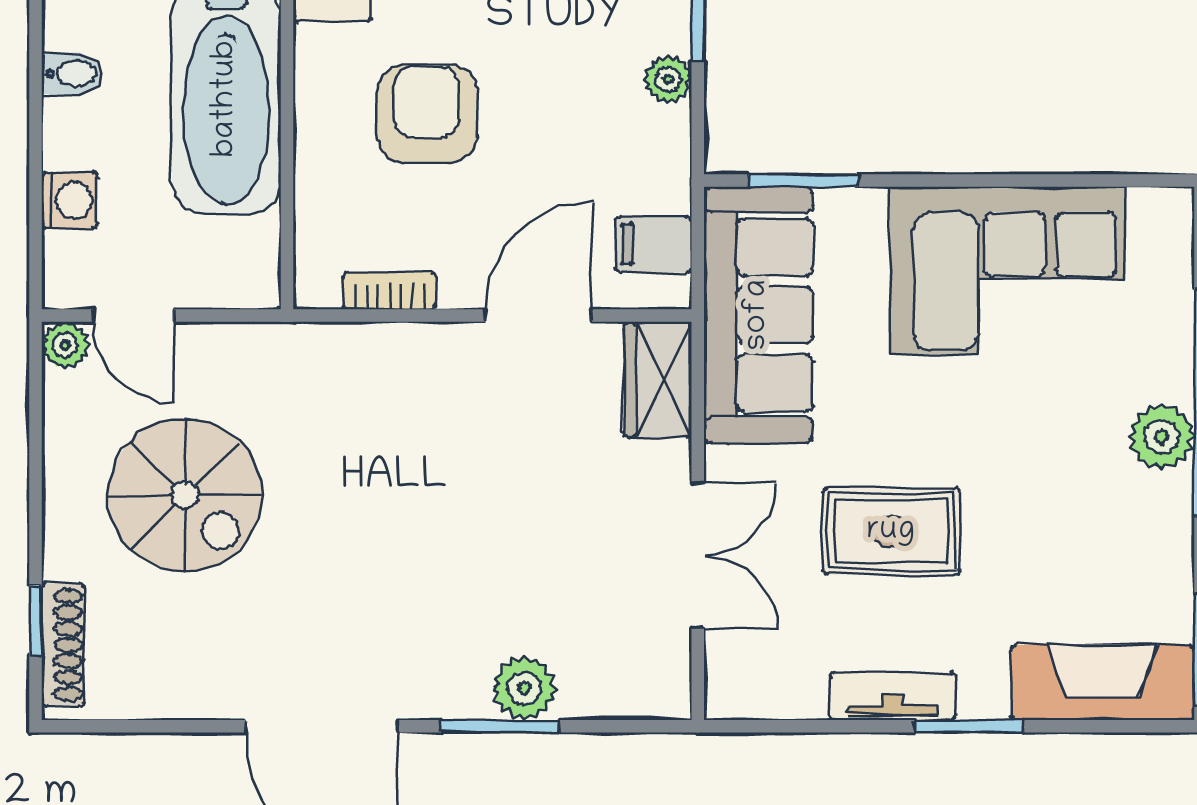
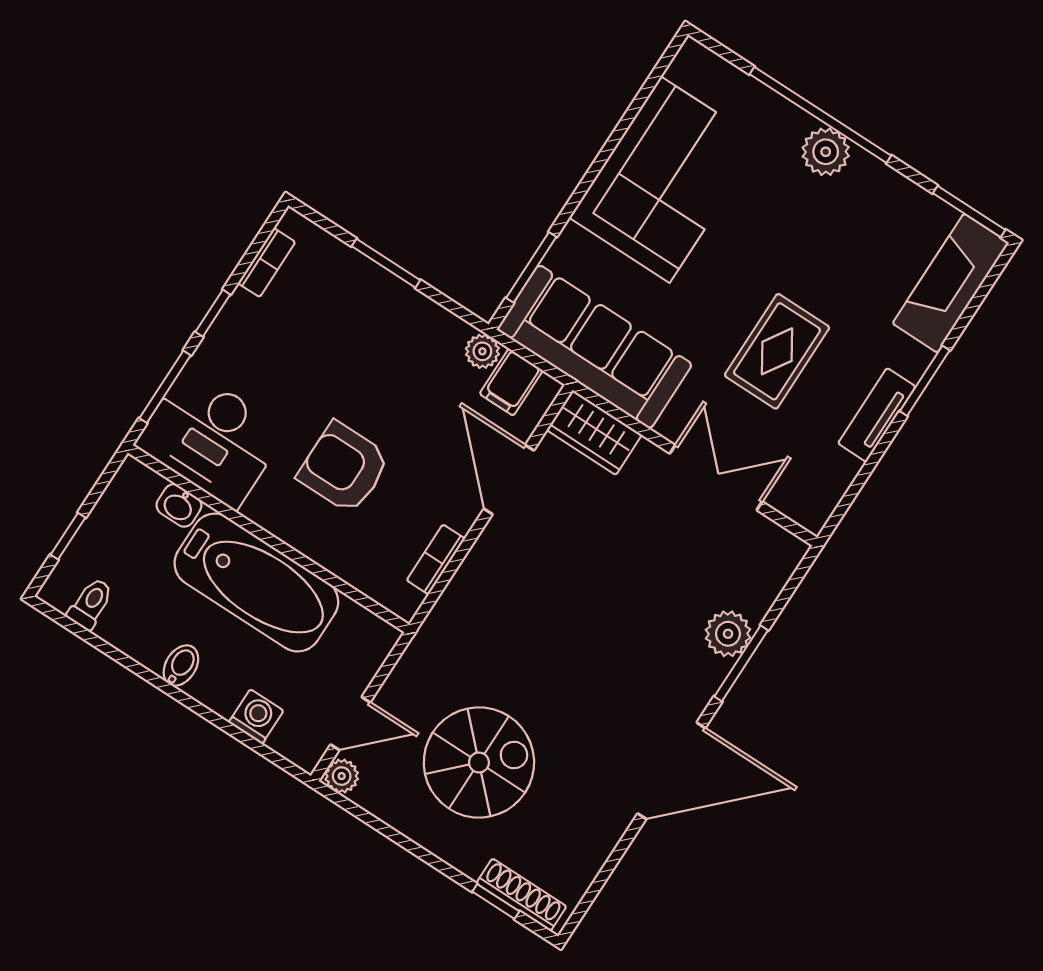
plant: (668, 79) -> (482, 351), moved

